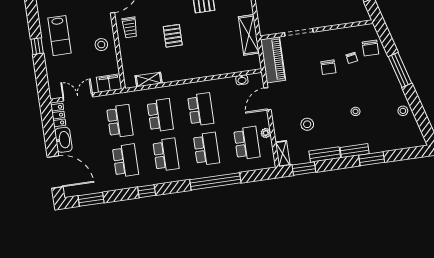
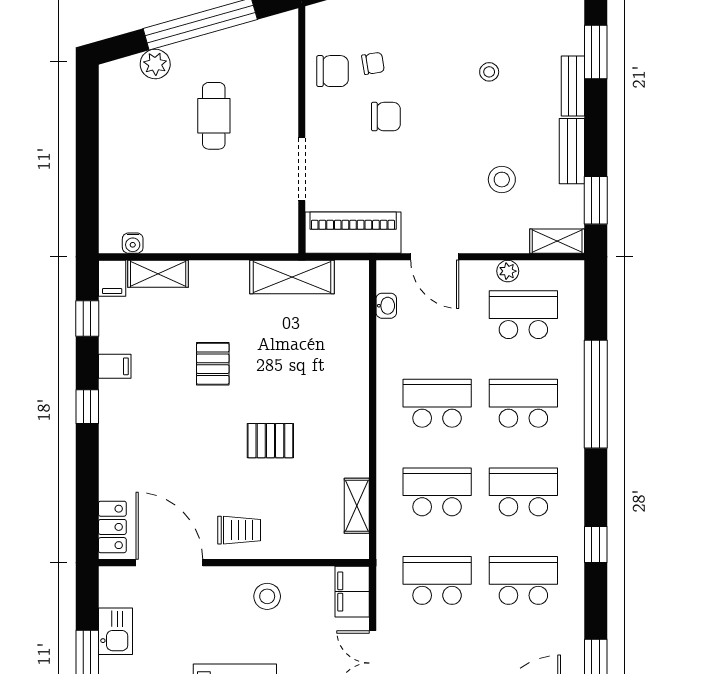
chair: (370, 48) -> (333, 71), moved

